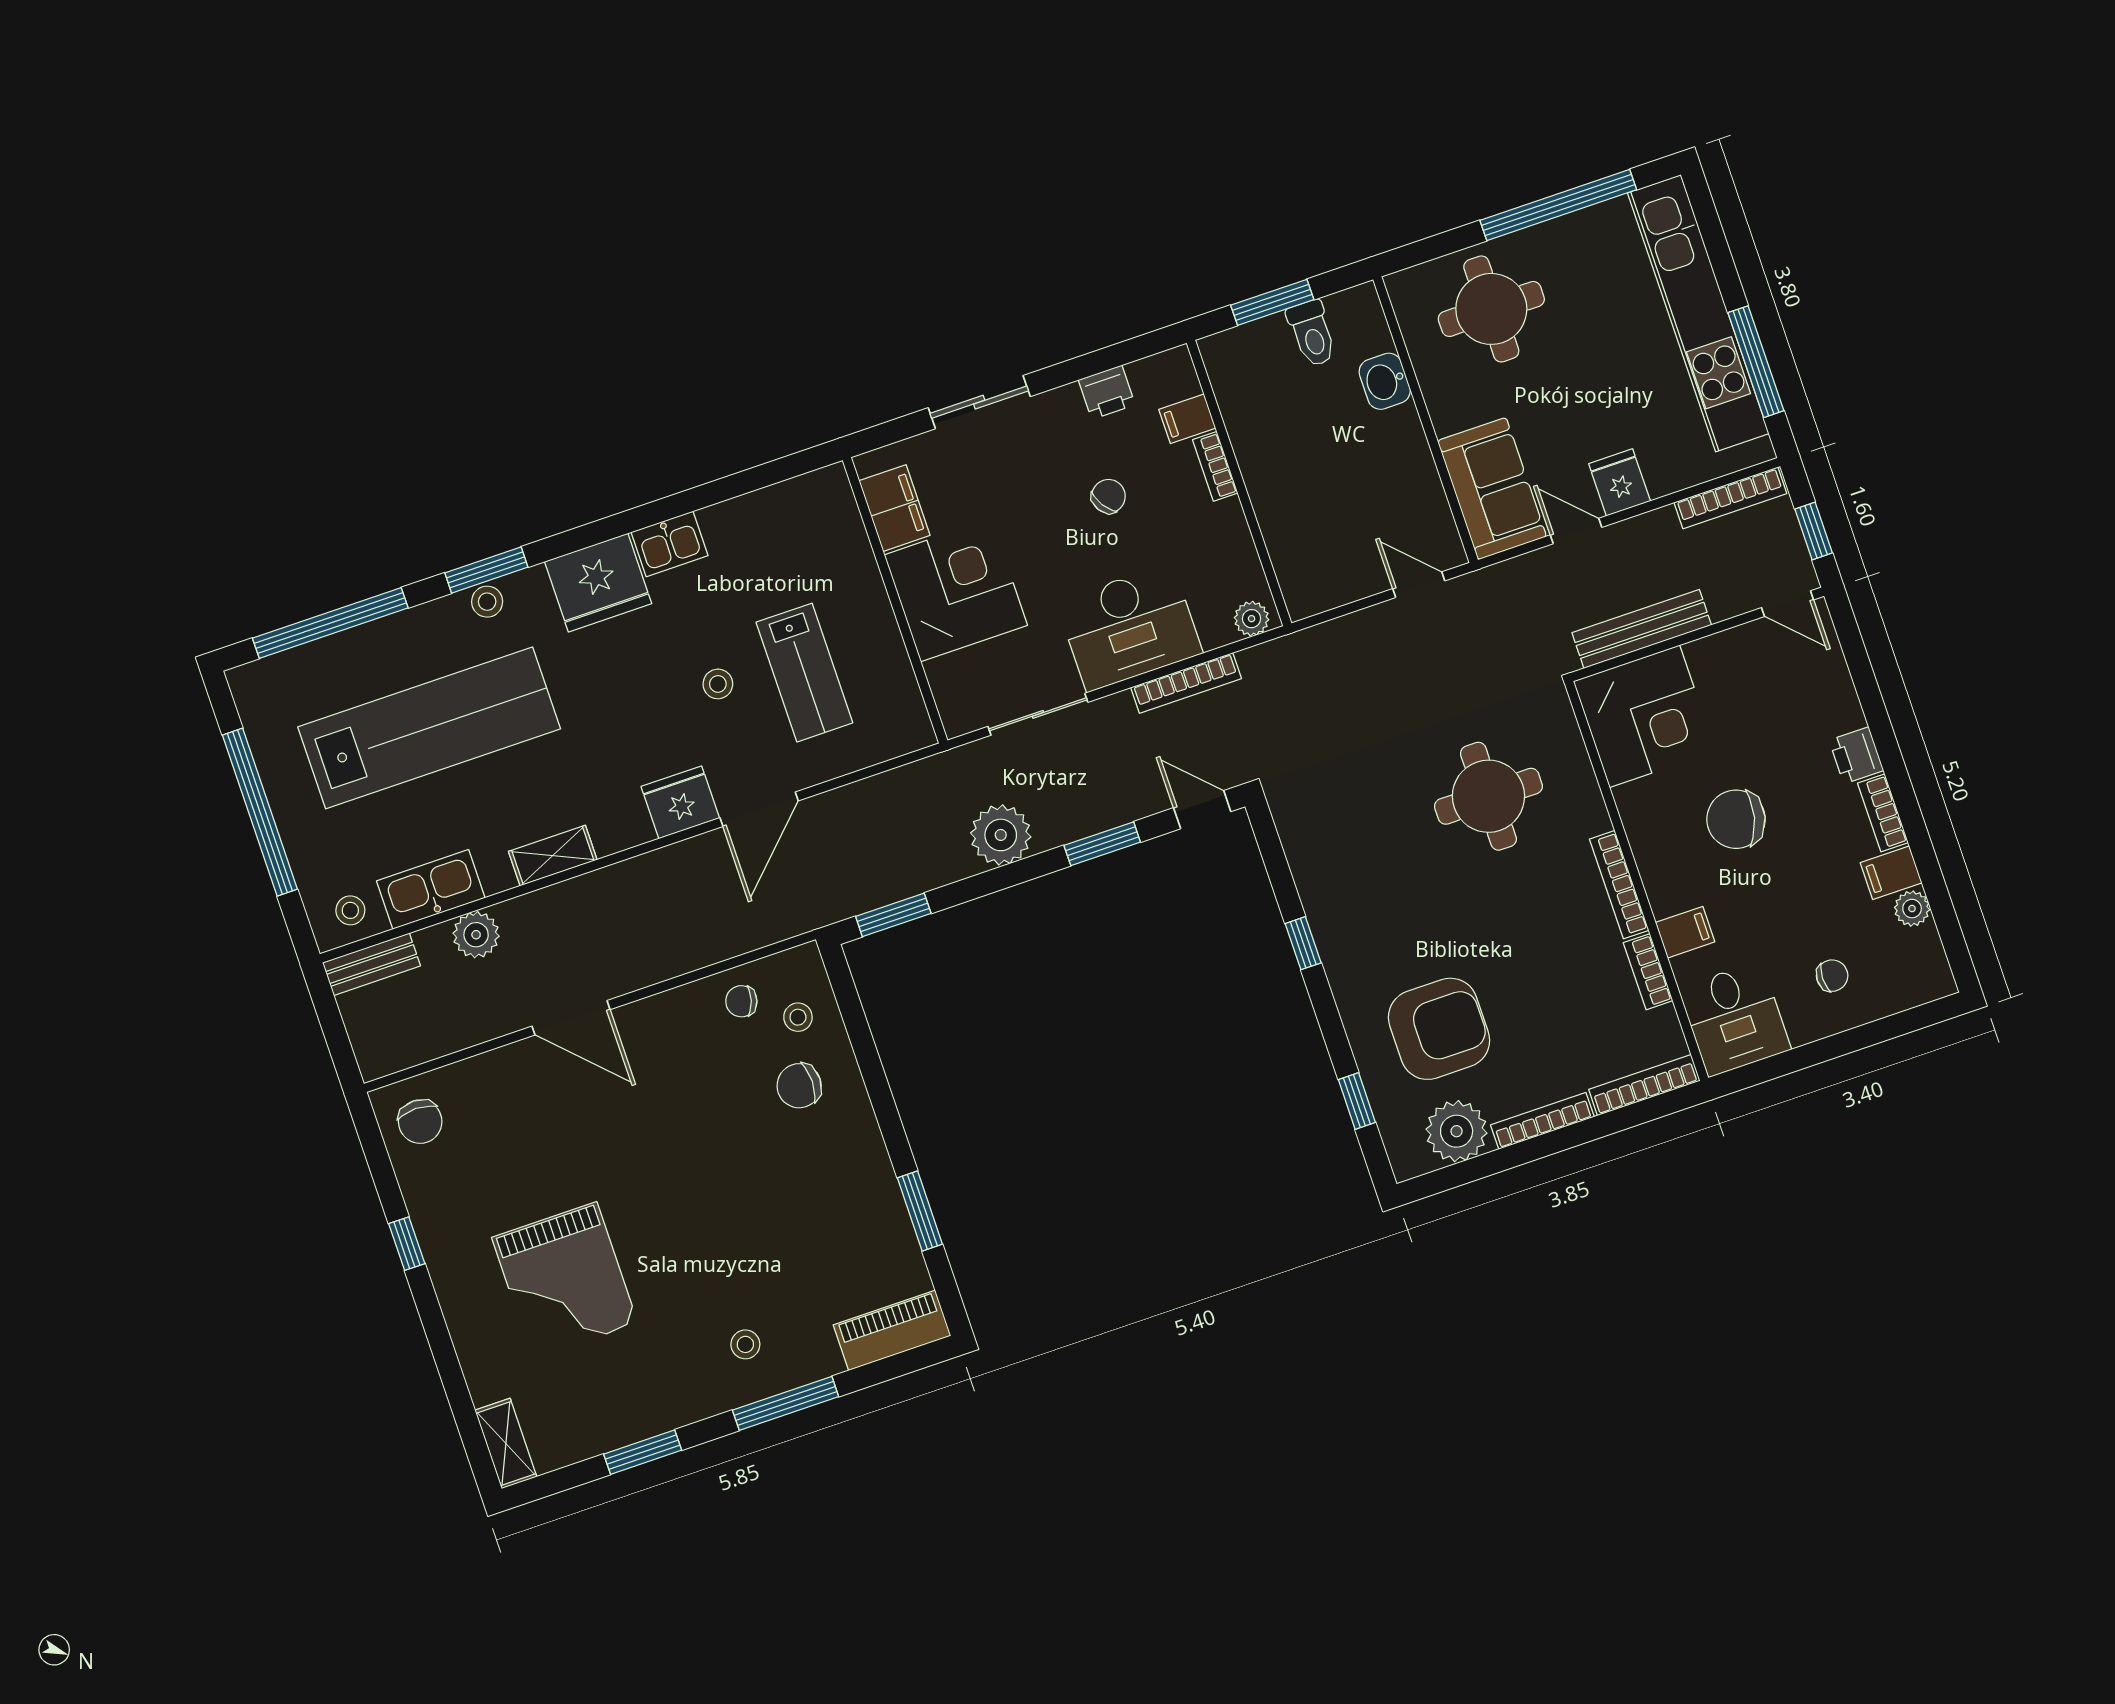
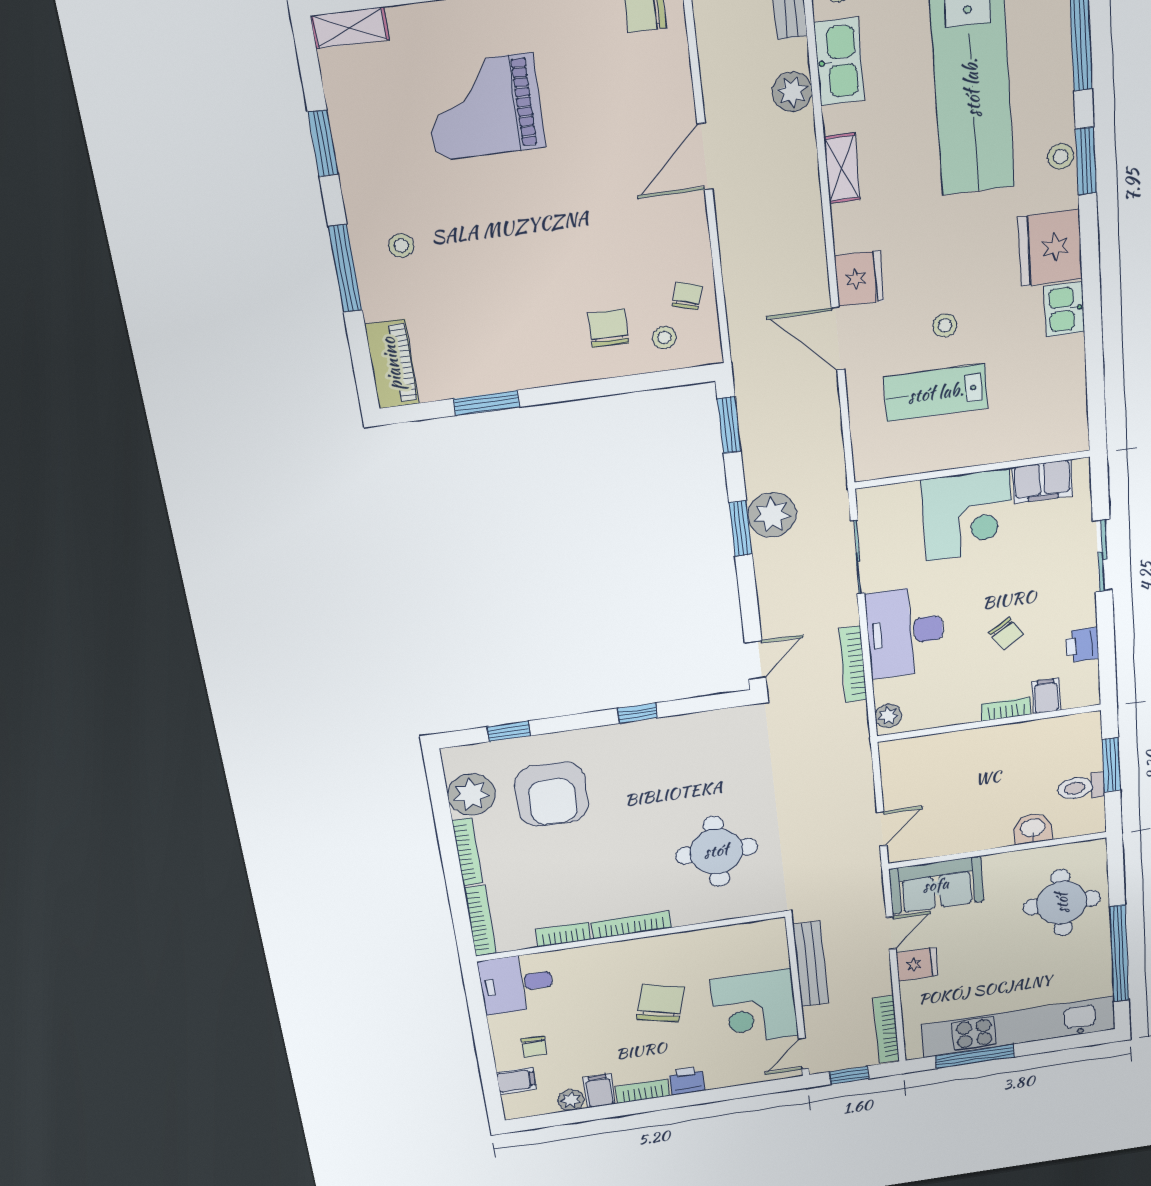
corner desk: (1645, 716) -> (754, 1008), moved
window: (1102, 844) -> (741, 528), moved
filing cabinet: (1685, 932) -> (516, 1081), moved, turned -90

